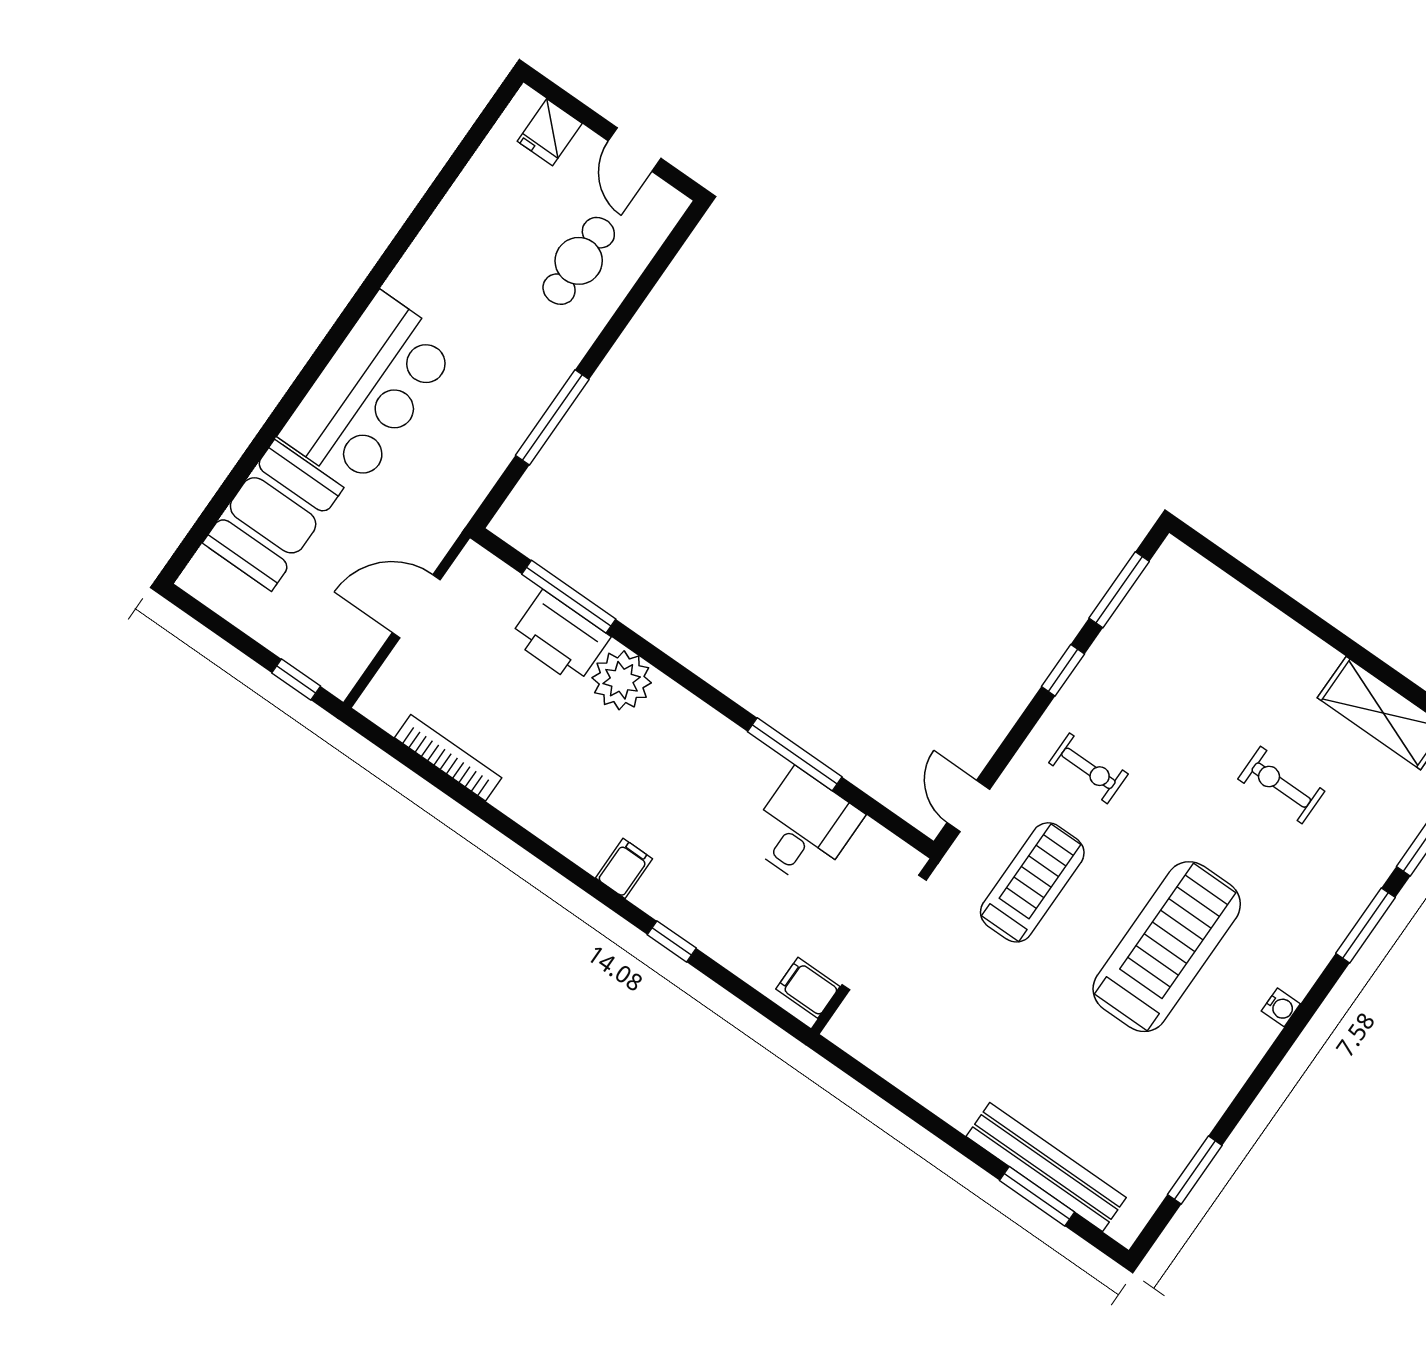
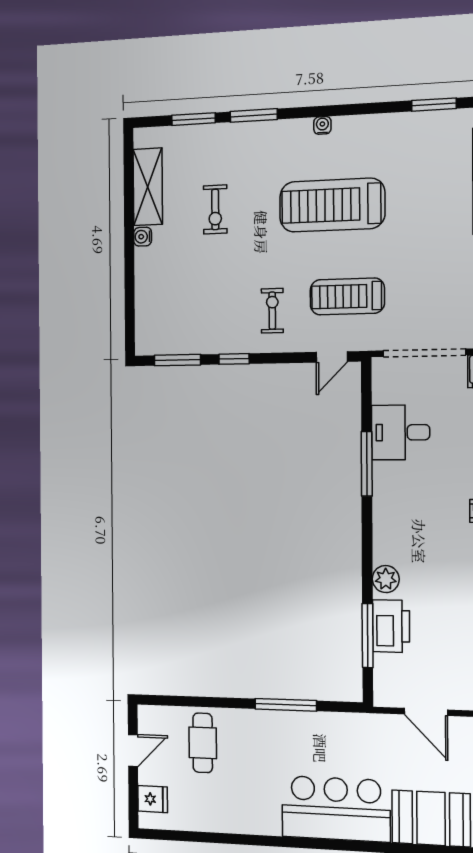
cafe table: (579, 261) -> (203, 743), turned 90
water cooler: (1322, 658) -> (143, 237), added
plant: (622, 680) -> (386, 579), width x0.73, depth x0.73

